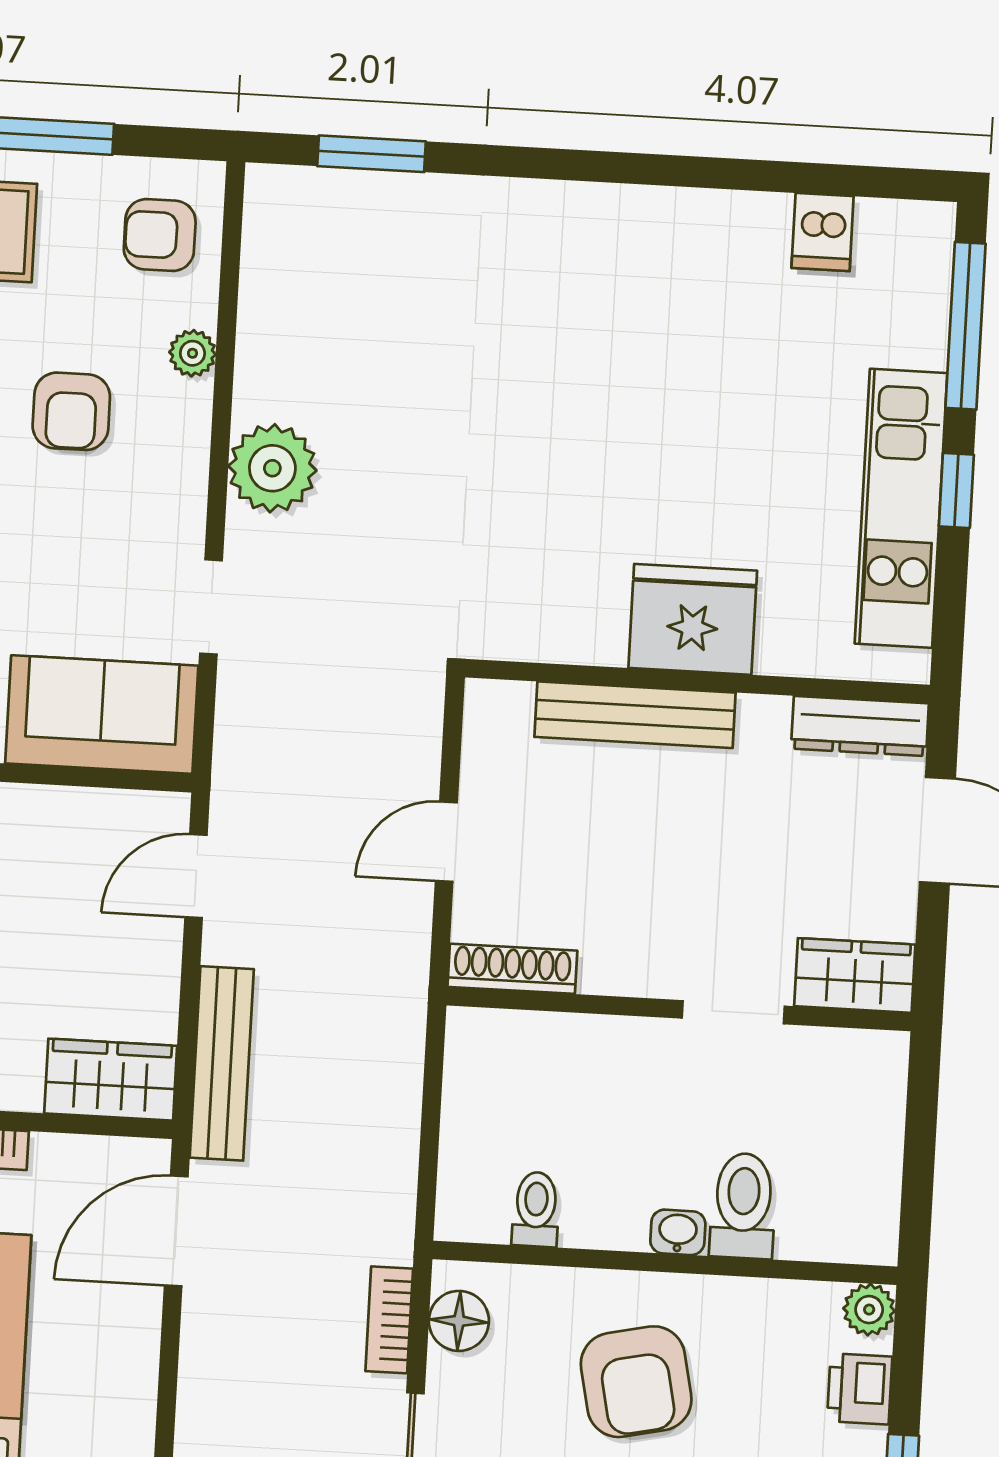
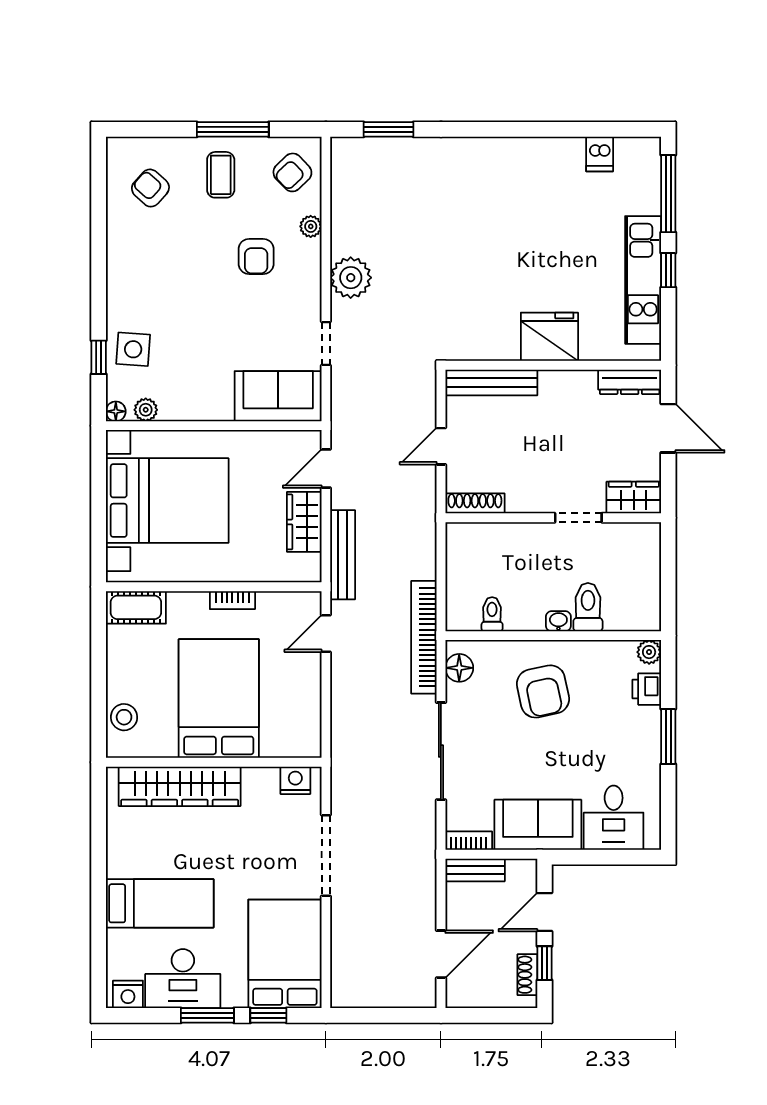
armchair: (160, 235) -> (292, 172), turned -44
bench: (635, 715) -> (491, 382), moved
wardrobe: (111, 1080) -> (304, 522), moved, turned -90
door: (176, 1231) -> (326, 634), width x0.73
bookcase: (389, 1320) -> (424, 637), width x2.31, depth x1.31

